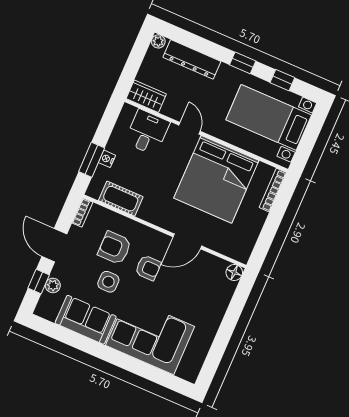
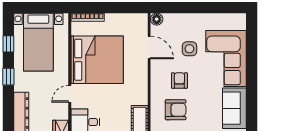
door: (187, 241) -> (149, 47), moved
armchair: (115, 248) -> (176, 110), turned -90
side table: (108, 282) -> (189, 49), moved

